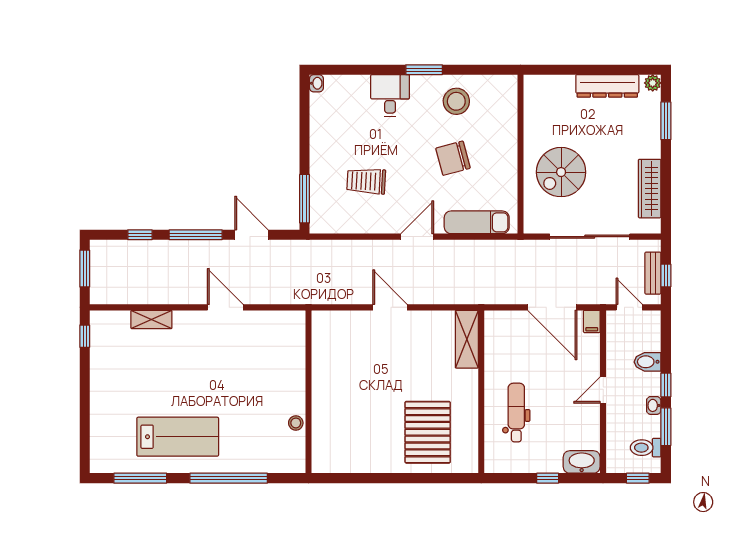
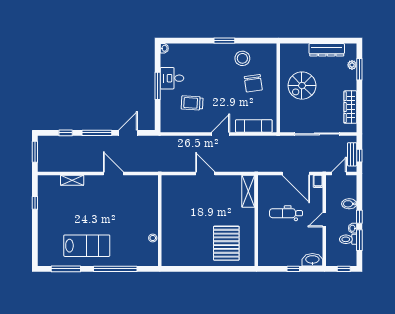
plant: (653, 83) -> (352, 65), moved
desk: (390, 96) -> (172, 78), moved, turned -90
chair: (453, 158) -> (253, 83), moved, turned -83
spiral stairs: (561, 172) -> (302, 86), moved
window: (305, 199) -> (158, 86), moved
door: (251, 235) -> (128, 133), hinge flipped
door: (629, 307) -> (339, 173), hinge flipped
window: (85, 336) -> (35, 203), moved
dental chair: (516, 413) -> (286, 213), moved, turned -90
toilet: (646, 448) -> (348, 239), moved

